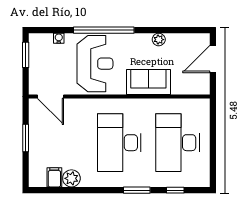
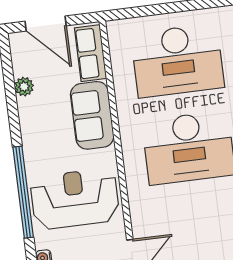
plant: (159, 40) -> (24, 87), moved
row of seats: (190, 86) -> (90, 53), added

